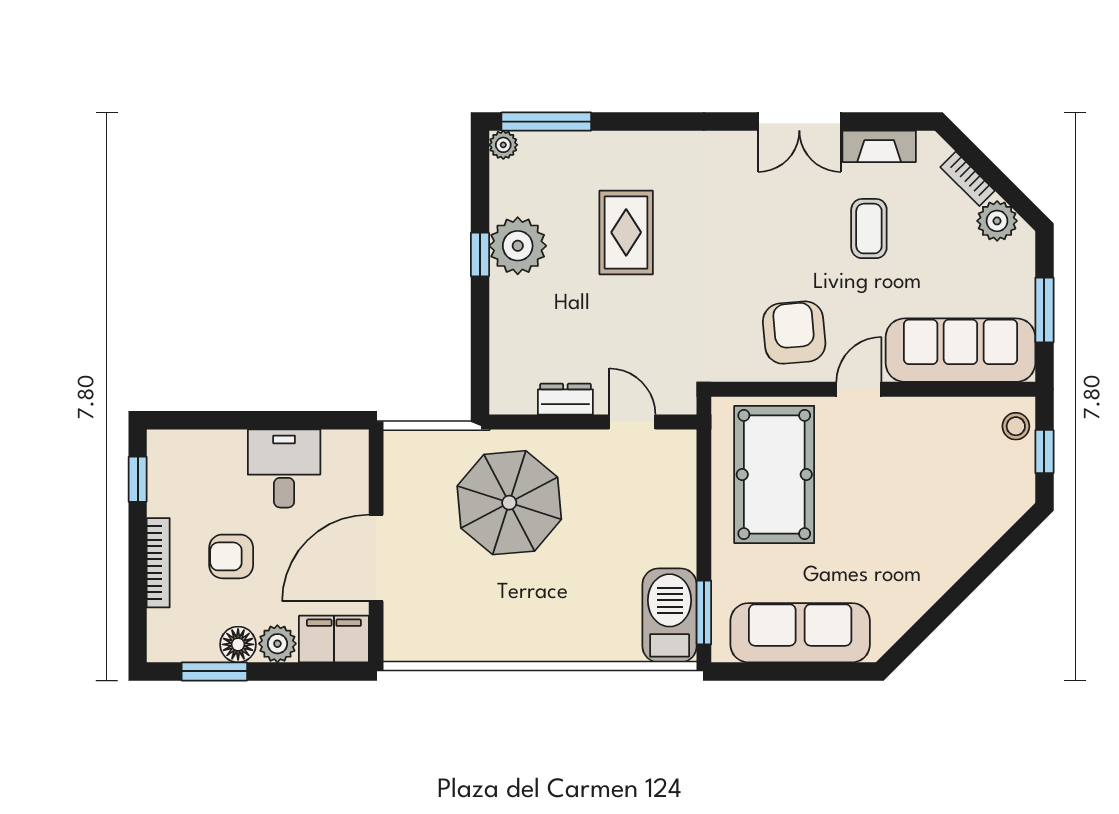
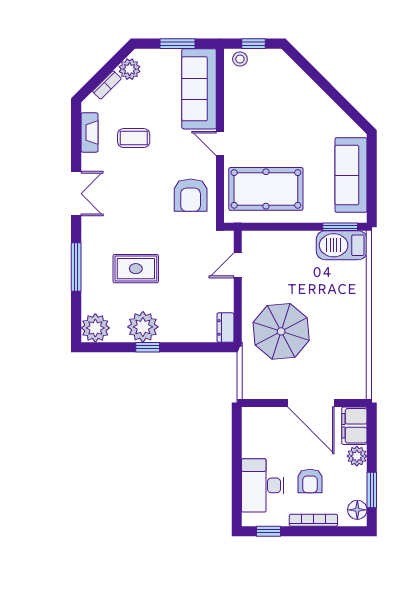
window: (546, 122) -> (76, 267), moved
double door: (799, 122) -> (76, 194), moved
plant: (503, 145) -> (95, 328), width x1.88, depth x1.88
armchair: (794, 333) -> (191, 195), moved, turned -85
dresser: (565, 399) -> (225, 327), moved
desk: (284, 468) -> (263, 485), moved, width x1.37
floor lamp: (238, 644) -> (357, 510), moved

